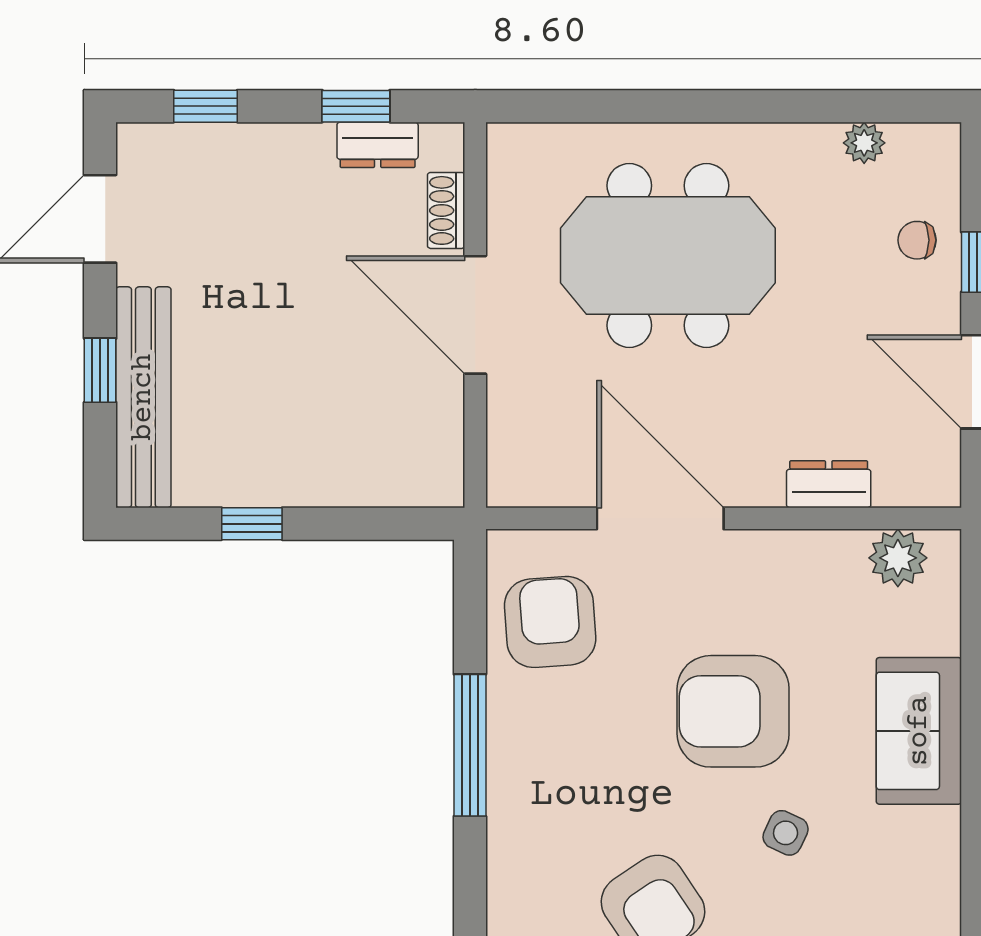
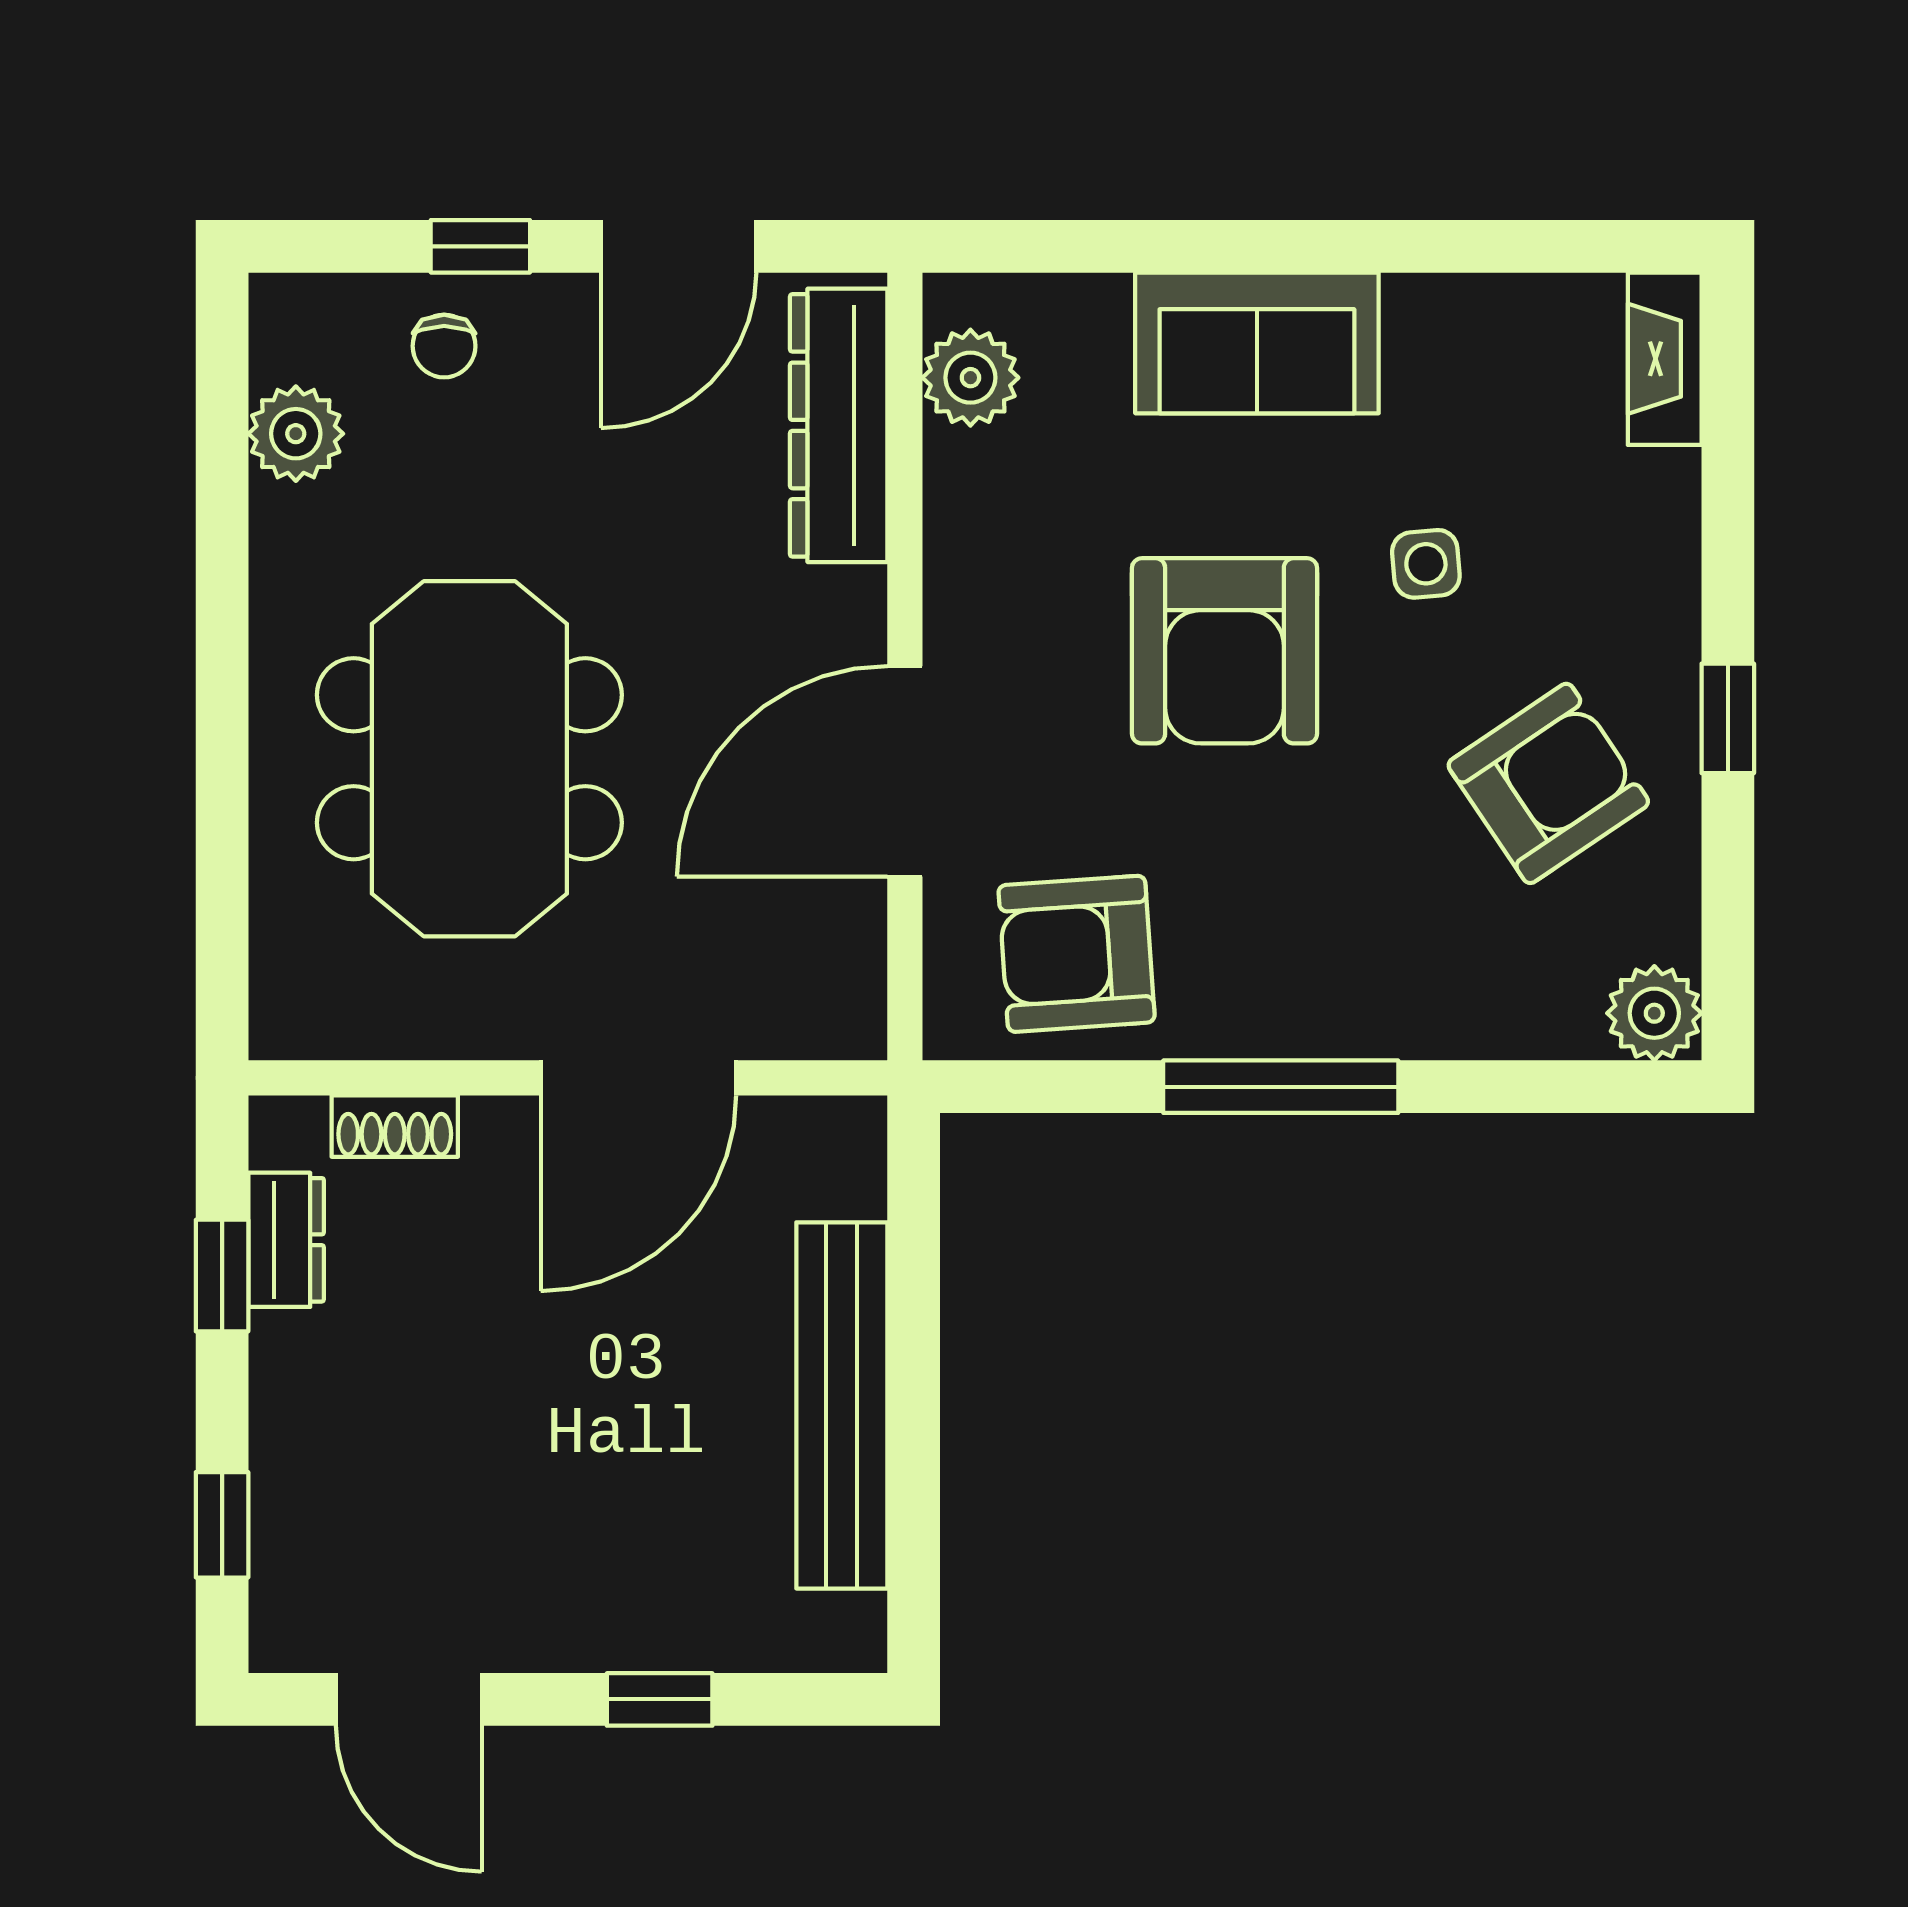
plant: (864, 143) -> (296, 434), width x1.38, depth x1.38
door: (475, 315) -> (638, 1078), moved
bench: (143, 397) -> (842, 1405), moved, turned 90
dresser: (829, 484) -> (839, 425), width x1.96, depth x1.24
window: (252, 524) -> (914, 1448), removed
side table: (786, 833) -> (1426, 564), turned -30

